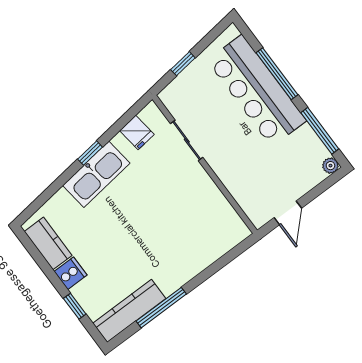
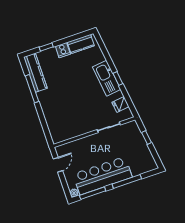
bar counter: (257, 91) -> (103, 176), moved
door: (288, 213) -> (58, 165), swing flipped

